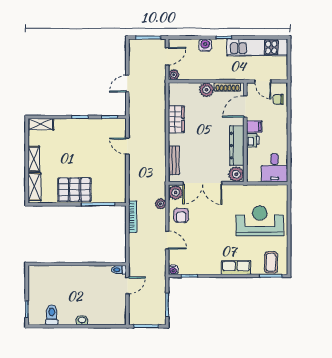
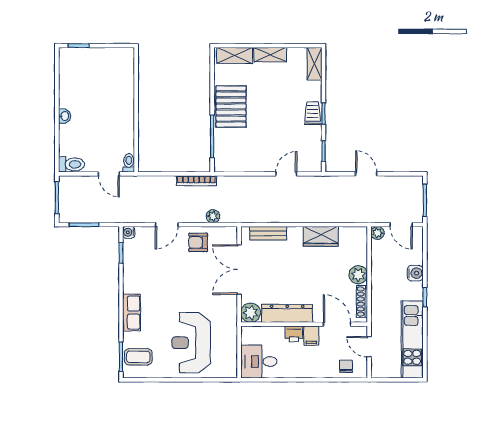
door: (263, 81) -> (369, 347), hinge flipped
trolley: (80, 126) -> (313, 113), added
plant: (176, 193) -> (227, 235), removed
reception desk: (260, 221) -> (191, 343), turned 180
toilet: (52, 315) -> (71, 164), moved

